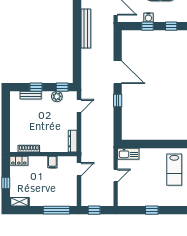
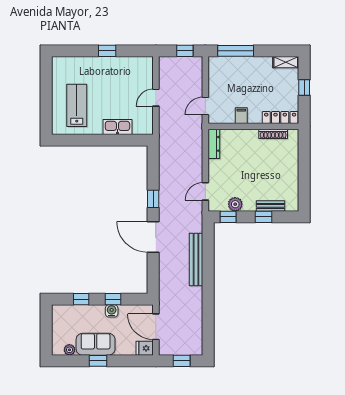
bench: (86, 28) -> (196, 259), moved
kitchen sink: (128, 154) -> (117, 127), moved
locker: (19, 161) -> (280, 117), width x1.53

